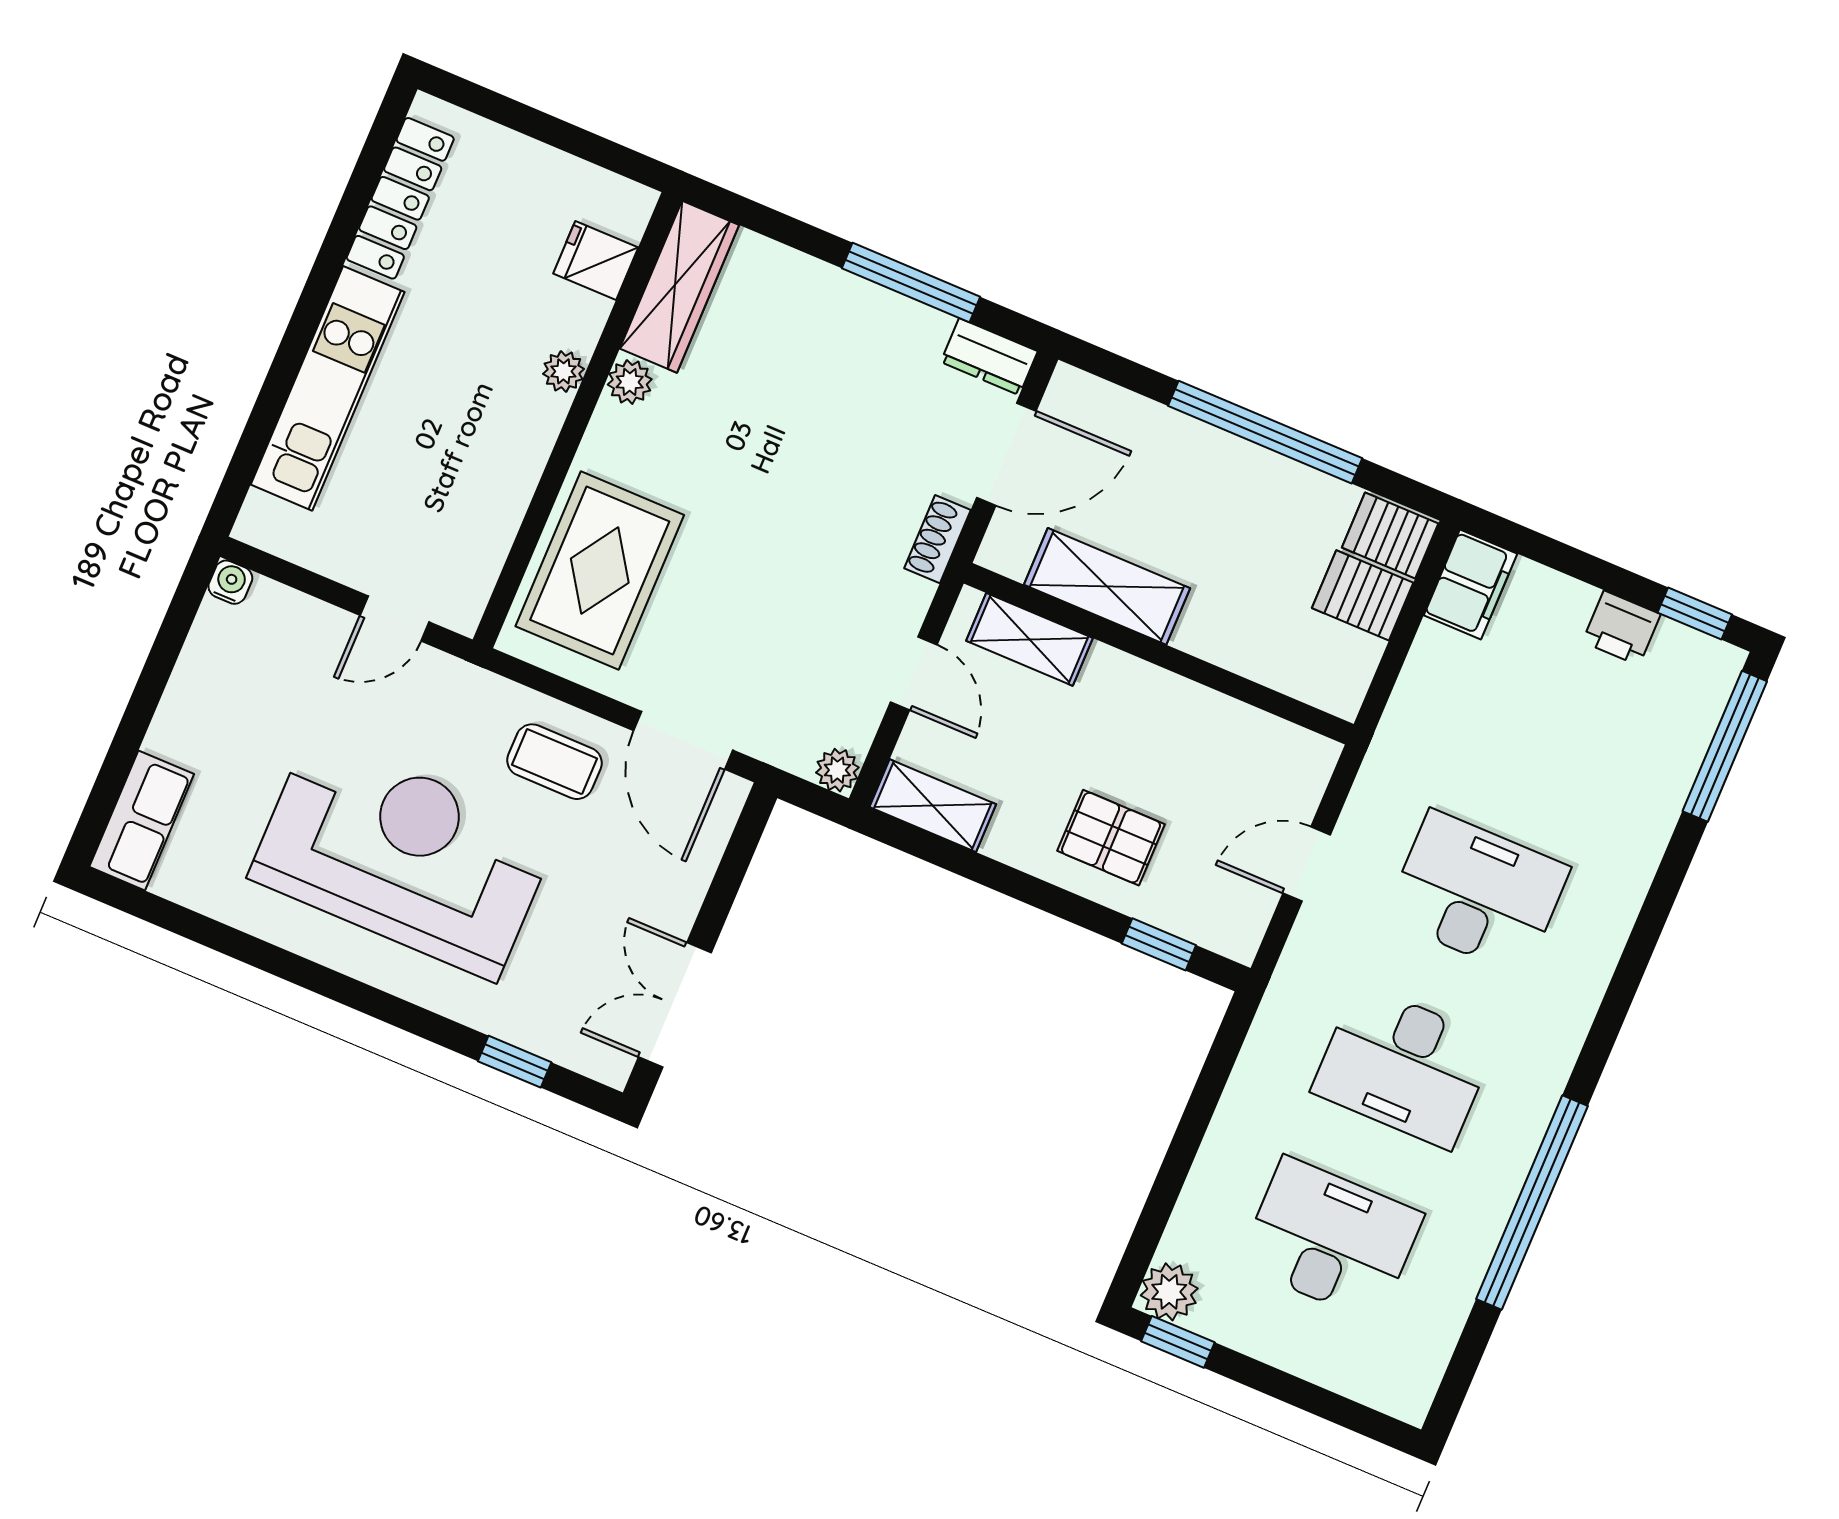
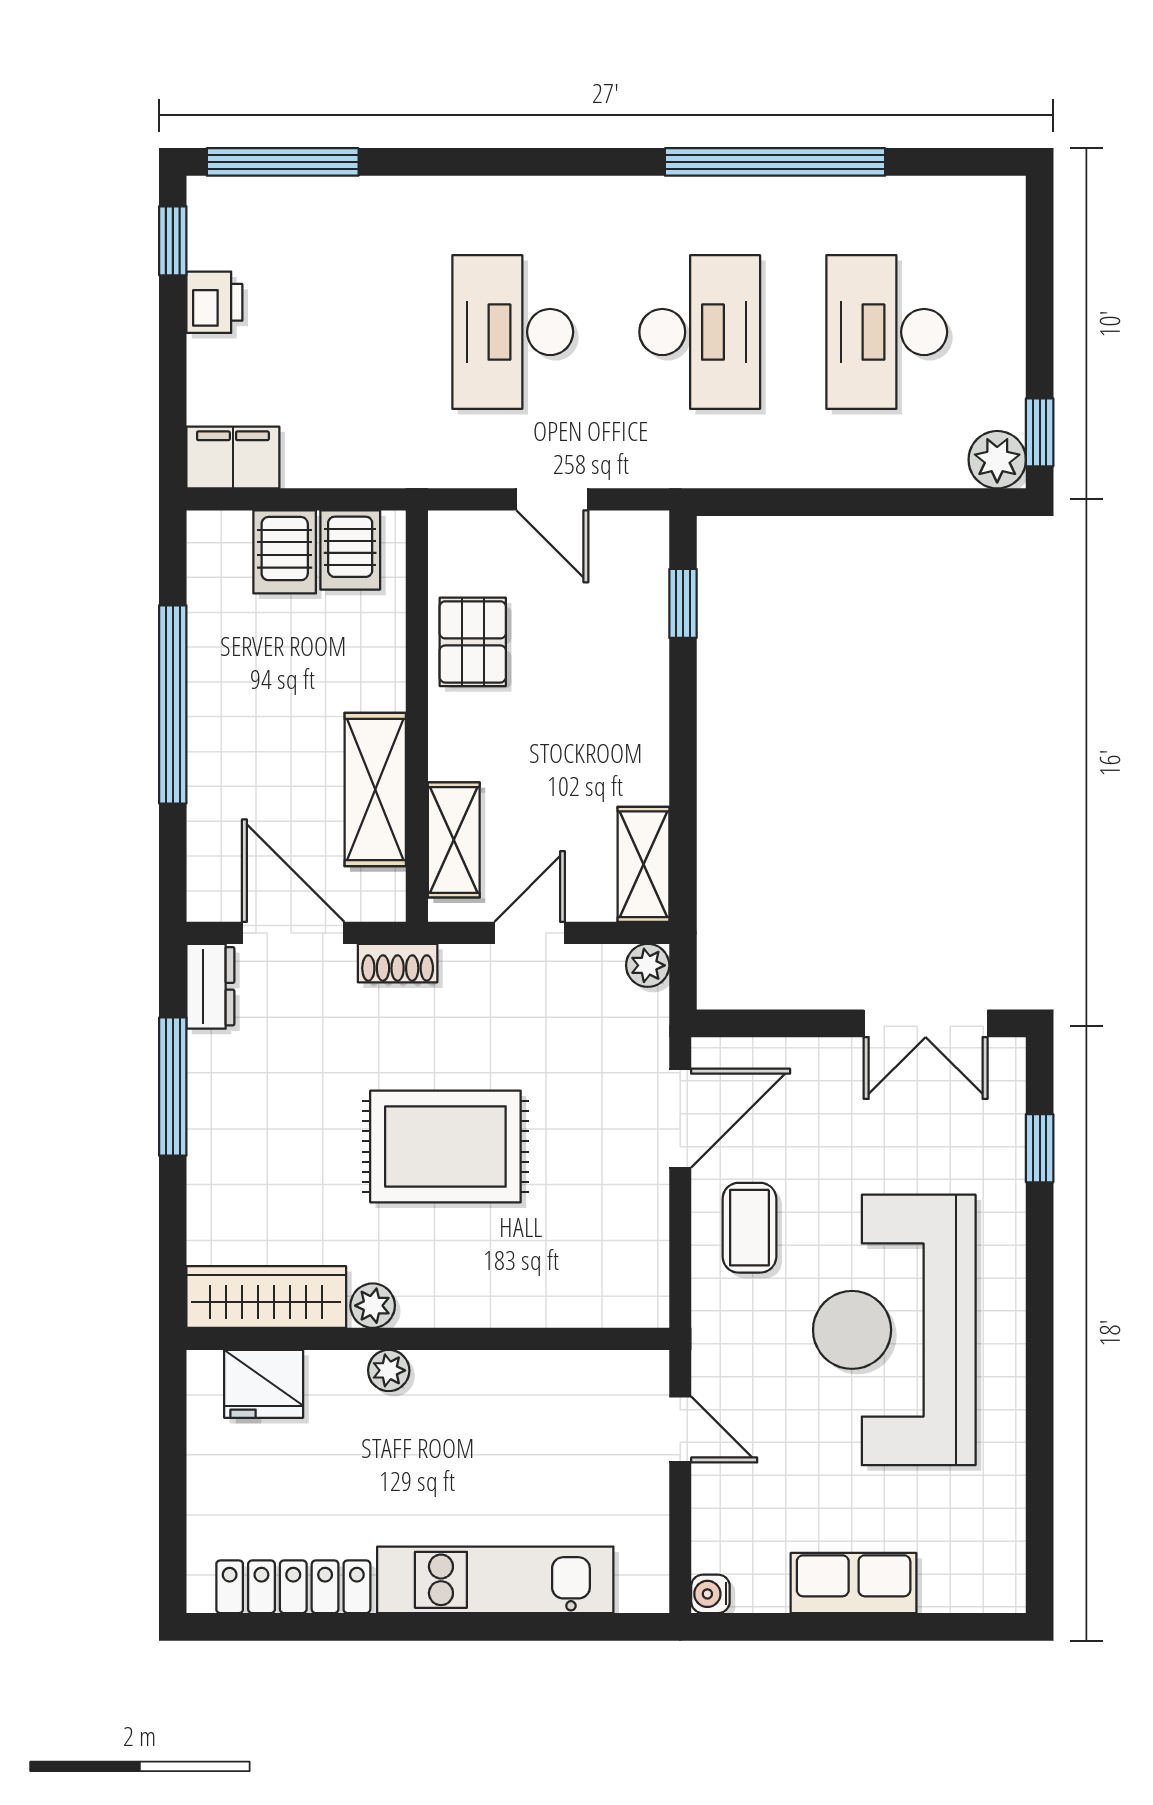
fridge: (596, 260) -> (264, 1384), width x1.38
server rack: (1390, 535) -> (350, 550), moved
rug: (600, 571) -> (445, 1147), moved
row of seats: (142, 820) -> (854, 1583), moved
pallet: (1111, 838) -> (473, 642), moved

